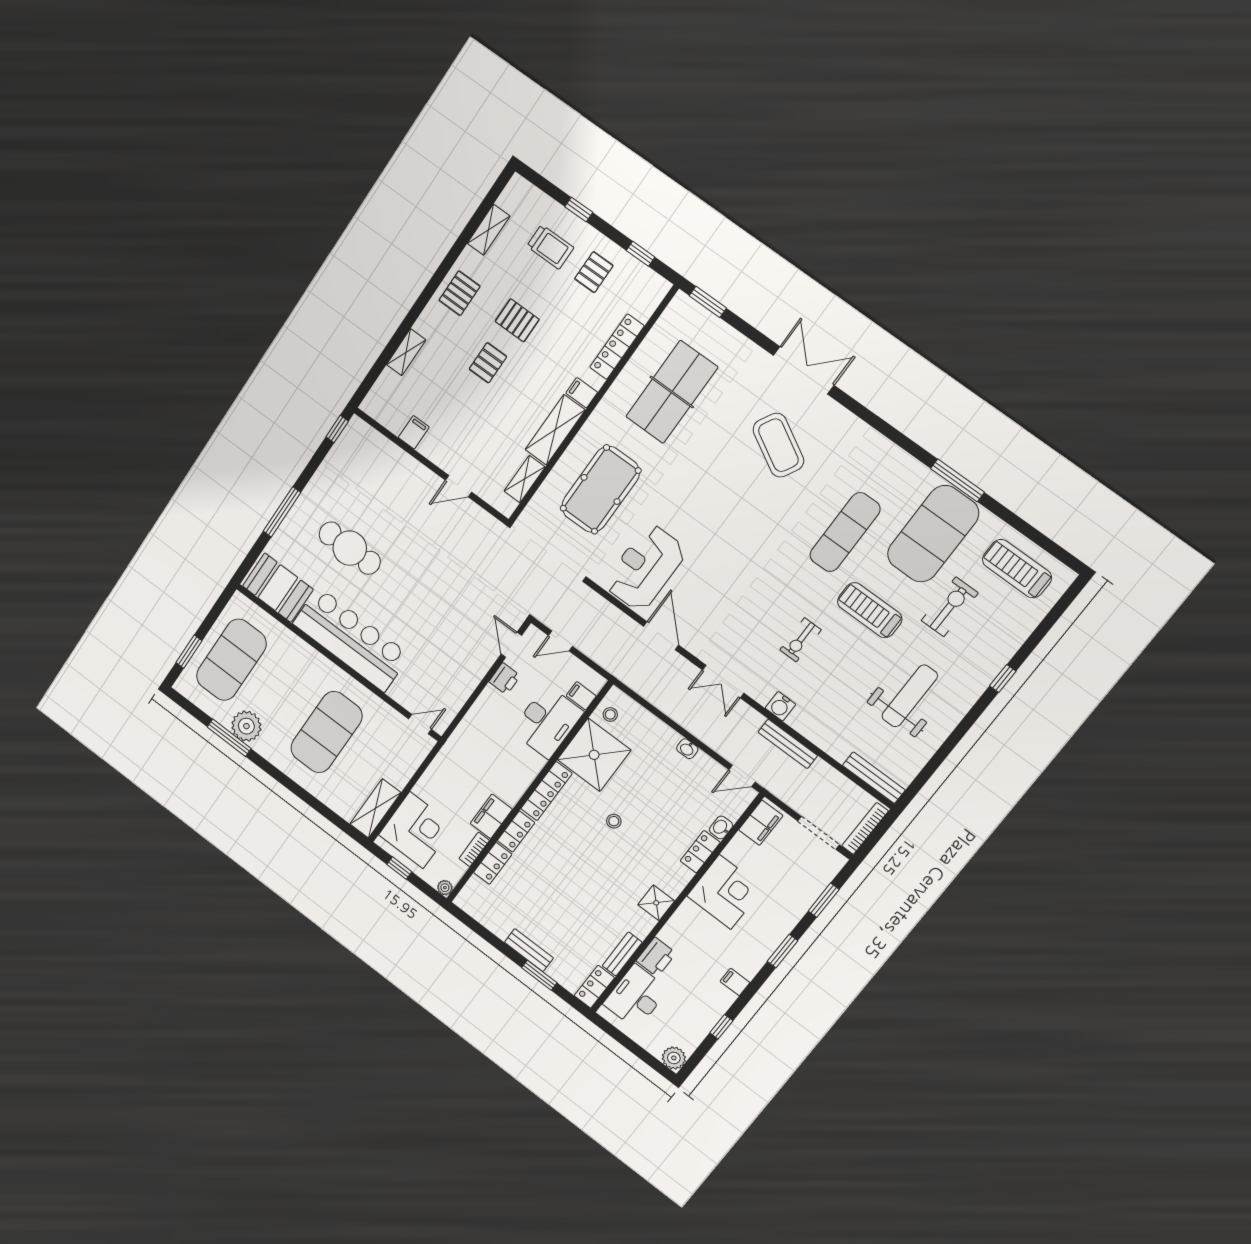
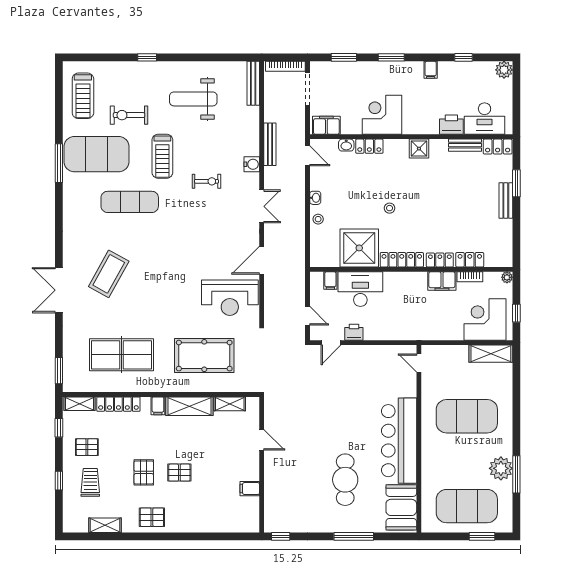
shelving: (406, 352) -> (80, 404), moved
stool: (610, 714) -> (318, 219), moved

